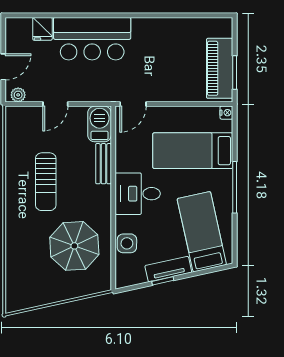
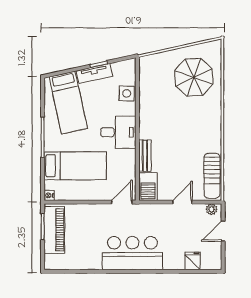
bar counter: (92, 39) -> (132, 253), moved
sun lounger: (46, 182) -> (212, 176), moved, turned 180
parasol: (74, 246) -> (194, 77), moved

